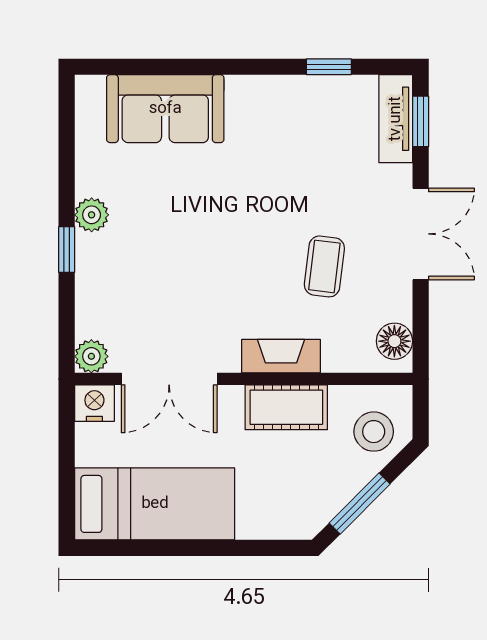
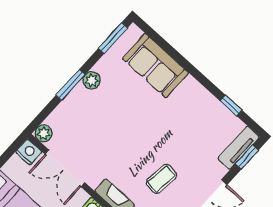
window: (67, 124) -> (113, 38), added
window: (67, 249) -> (71, 85), width x1.50

